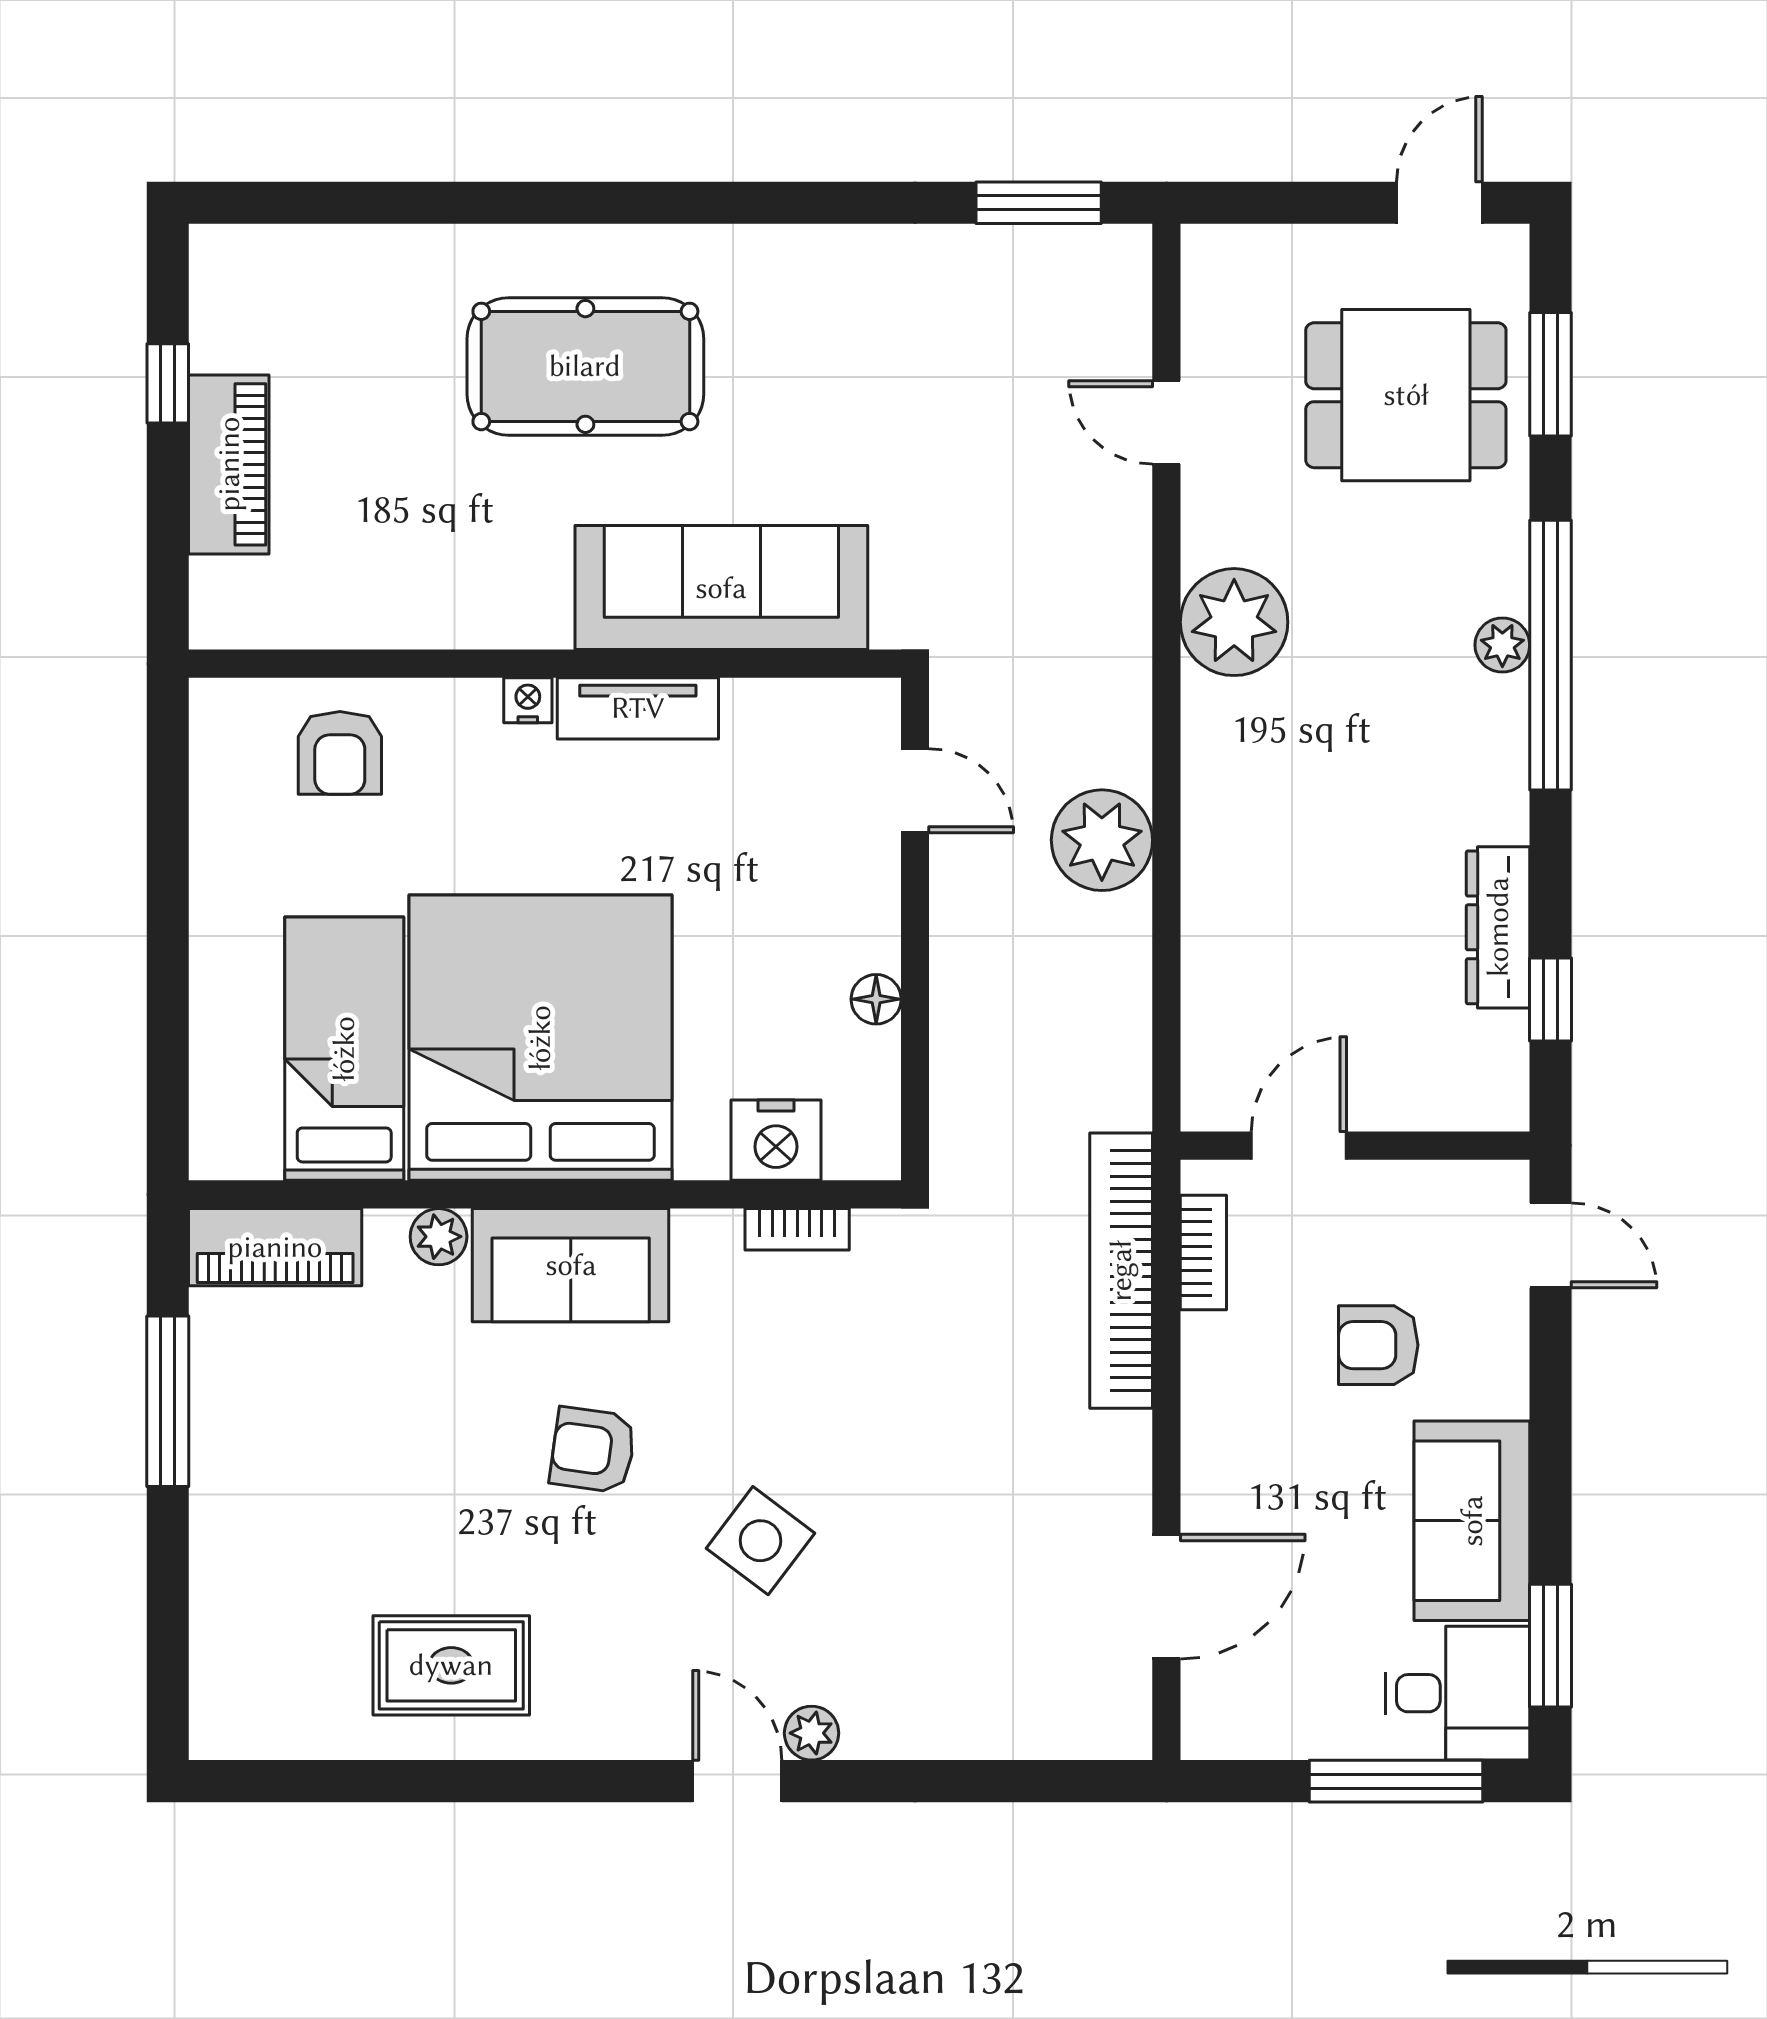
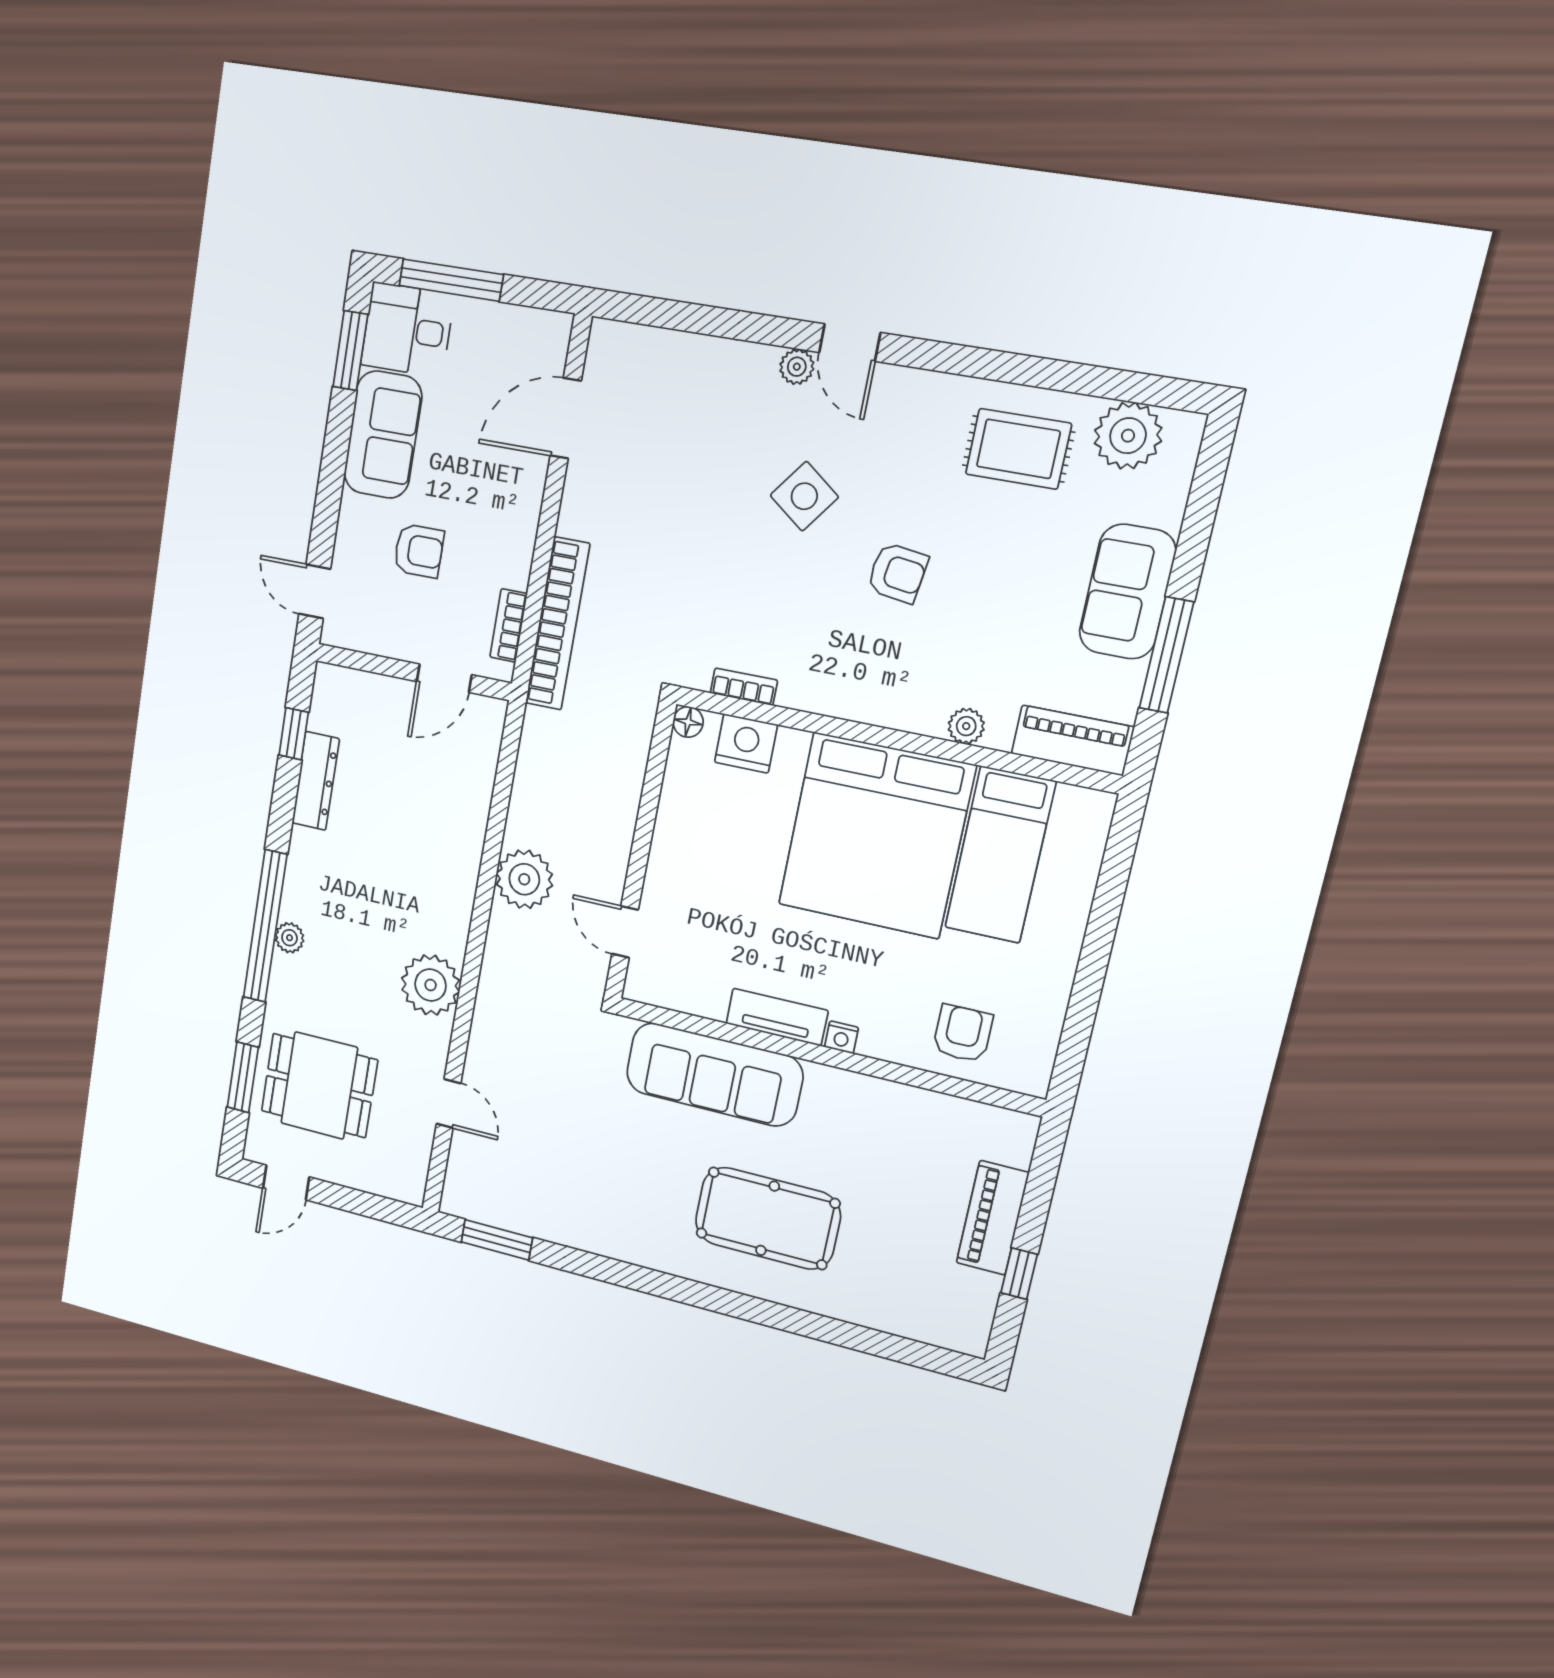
floor lamp: (876, 999) -> (688, 722), moved
sofa: (571, 1265) -> (1127, 592), moved, turned -90
plant: (296, 1710) -> (1128, 436), added

